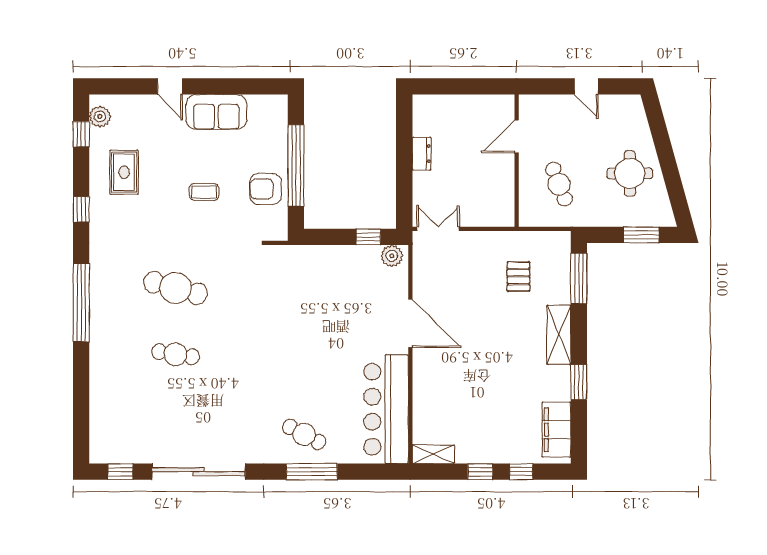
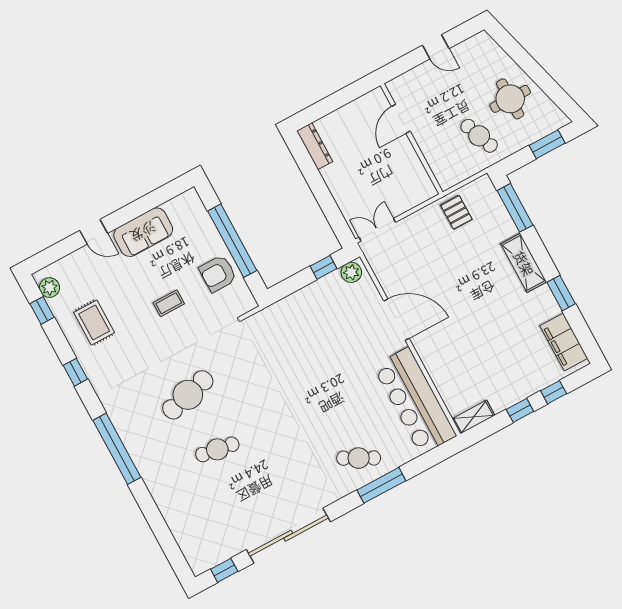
dresser: (422, 154) -> (315, 146), moved, width x1.44
cafe table: (559, 184) -> (479, 136), moved
pallet: (518, 276) -> (456, 212), moved
cafe table: (176, 288) -> (188, 395), turned -30

